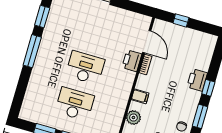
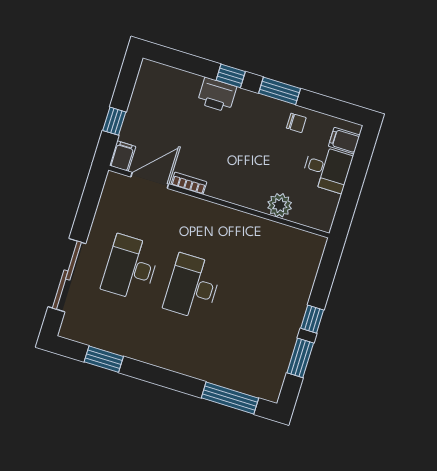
window: (32, 51) -> (230, 398), moved
printer: (132, 61) -> (182, 206), removed
filing cabinet: (140, 96) -> (123, 156), moved
desk: (75, 104) -> (131, 268), moved

